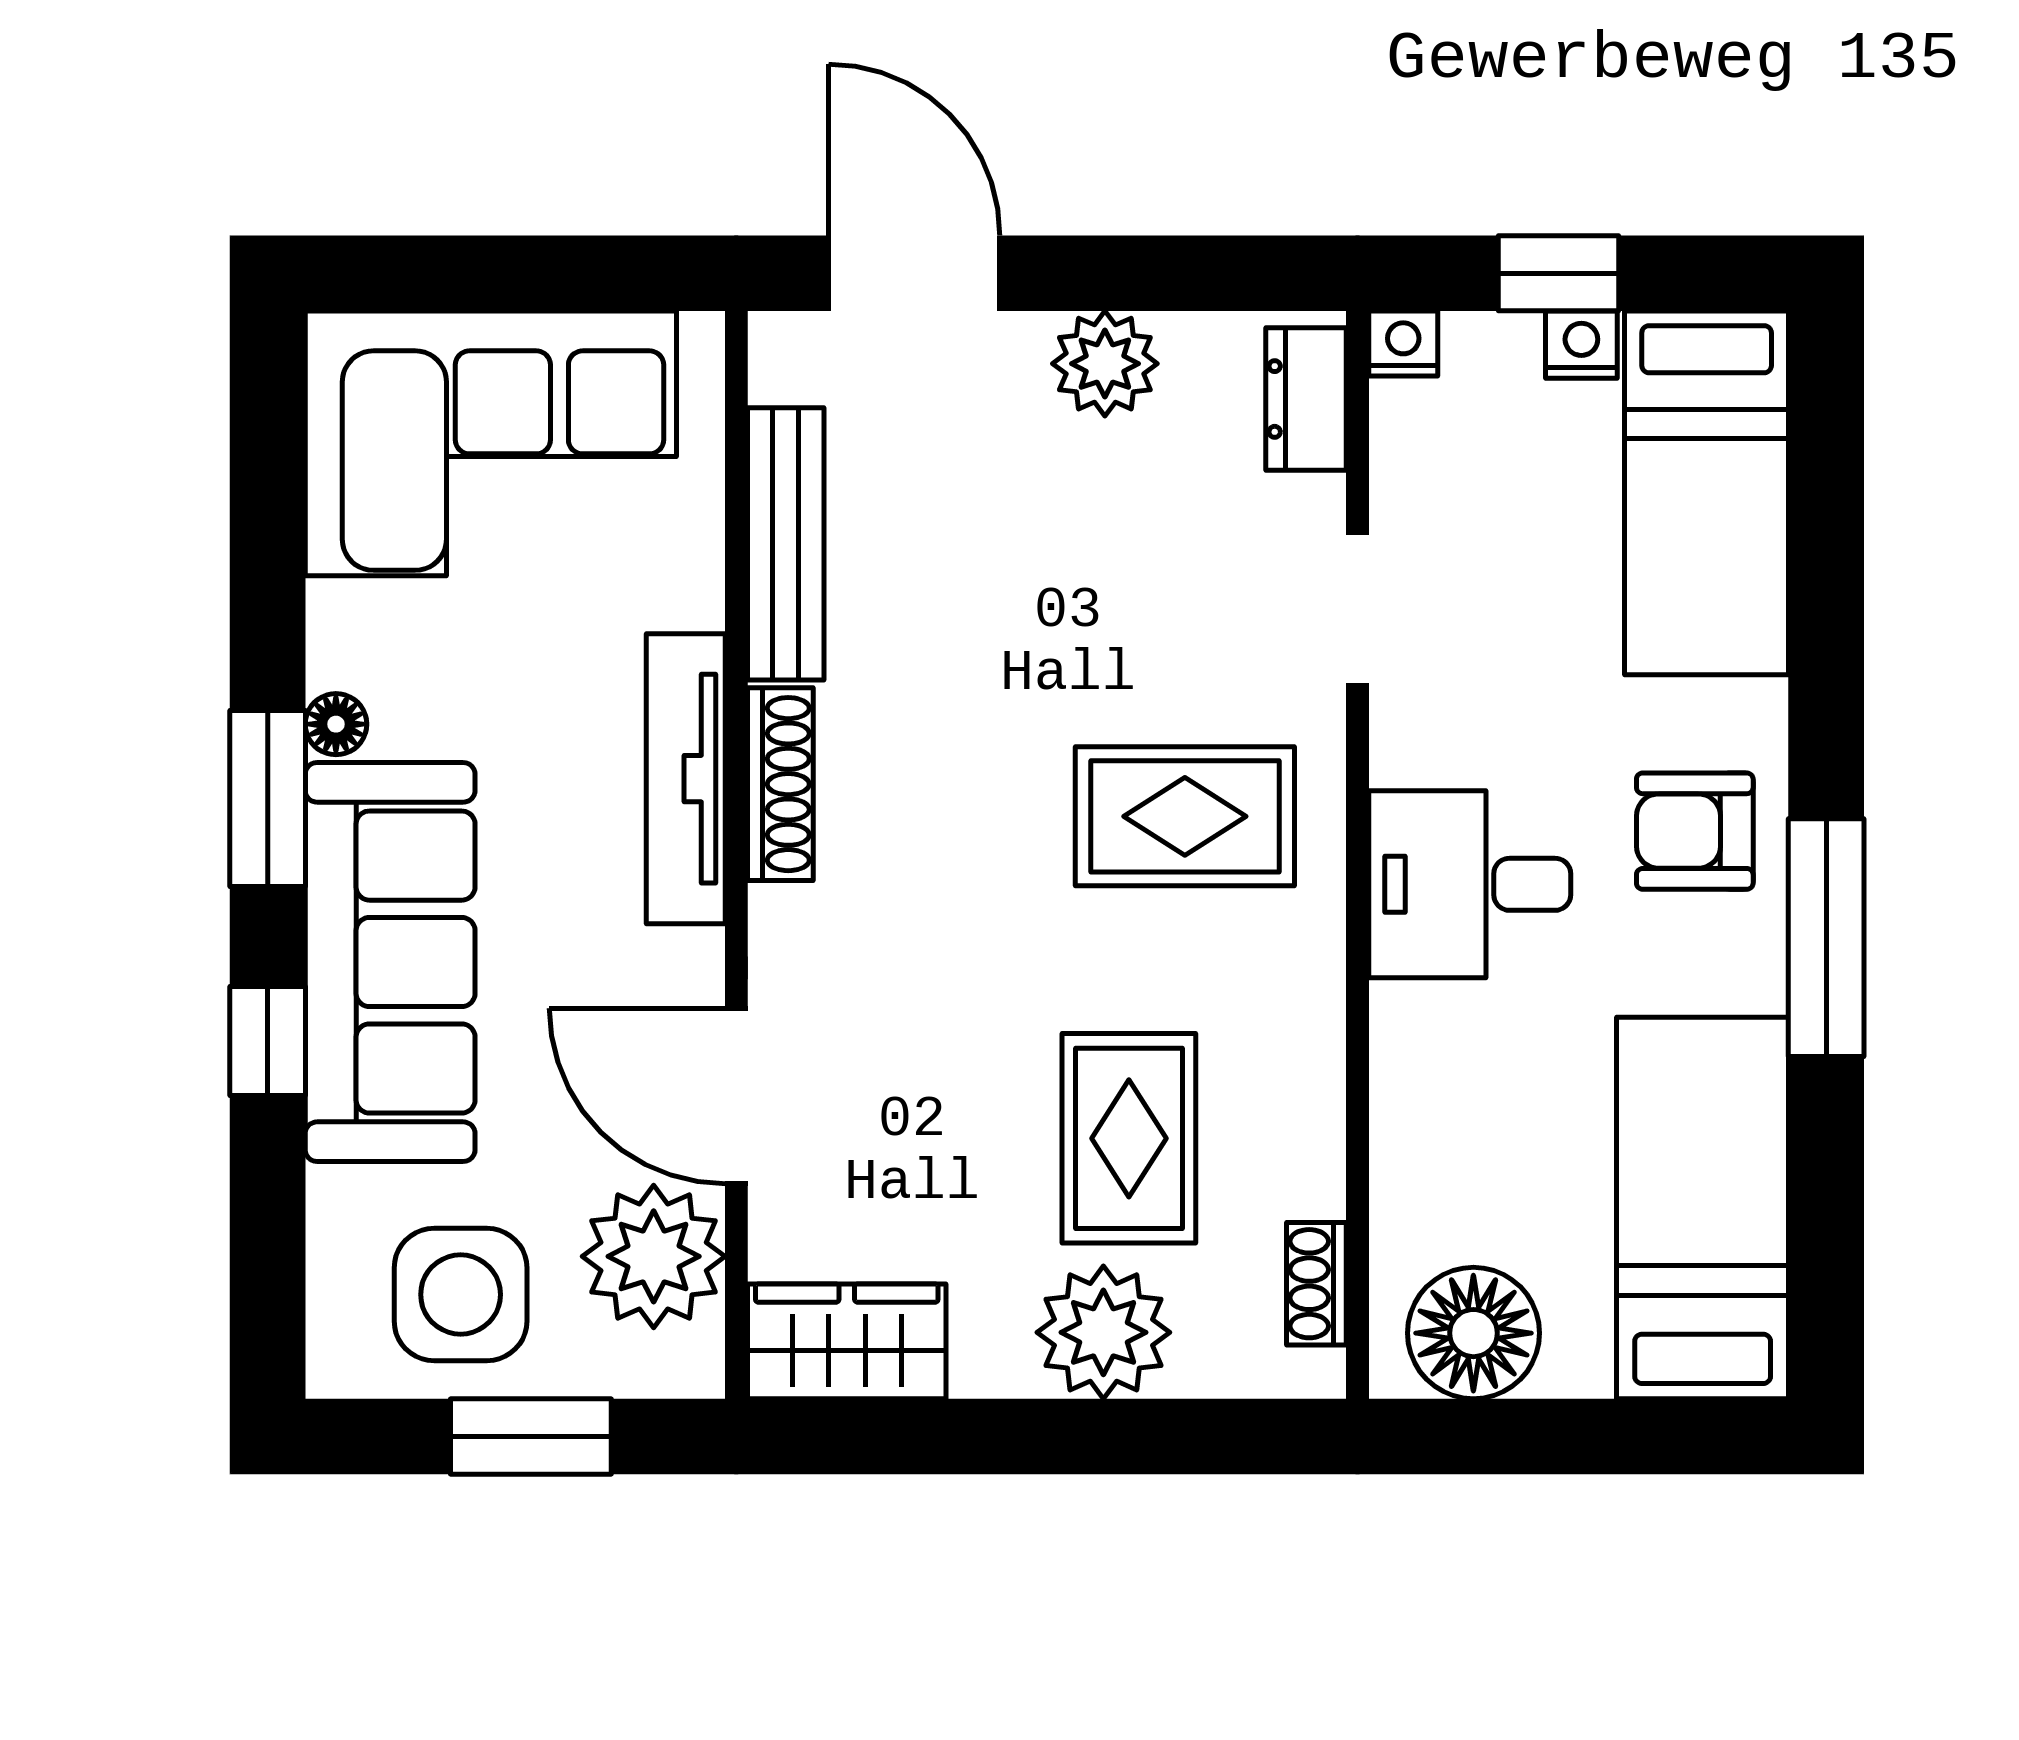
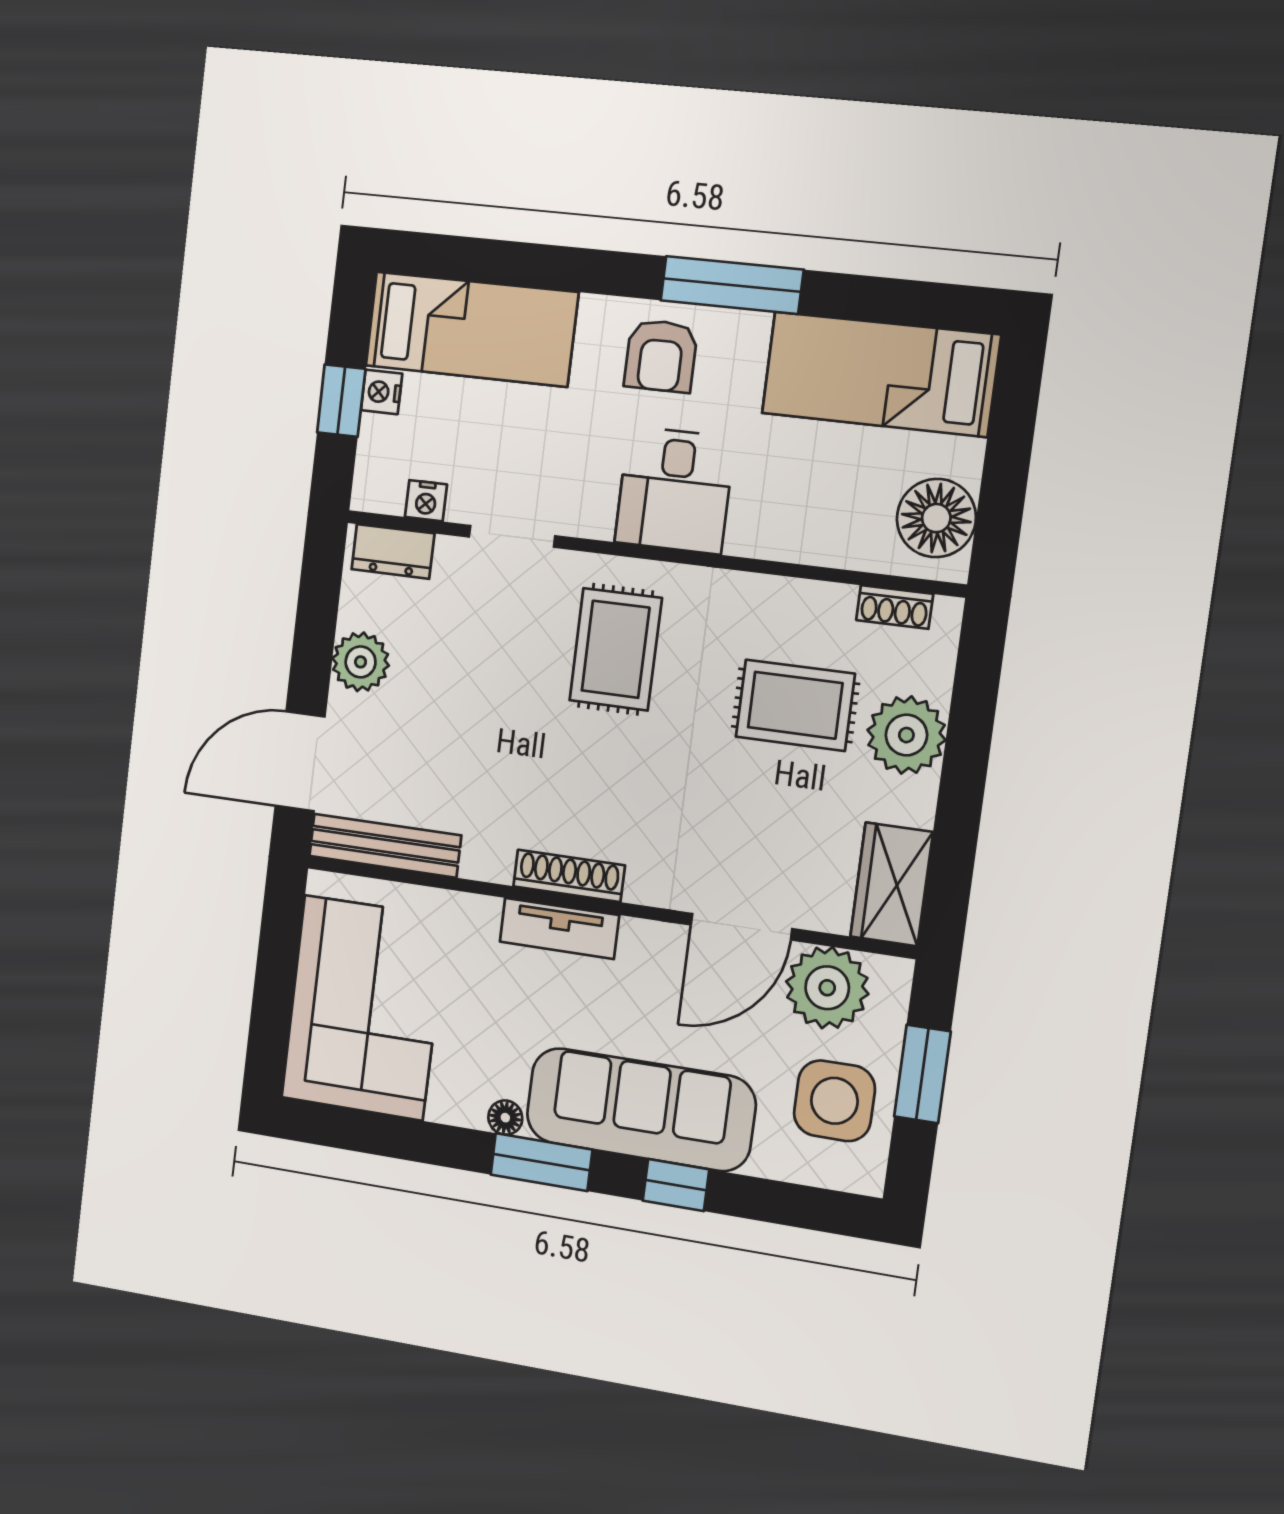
nightstand: (1403, 344) -> (426, 501), moved, turned -90
bench: (786, 544) -> (385, 846), moved
tv unit: (686, 779) -> (559, 928), width x0.71

